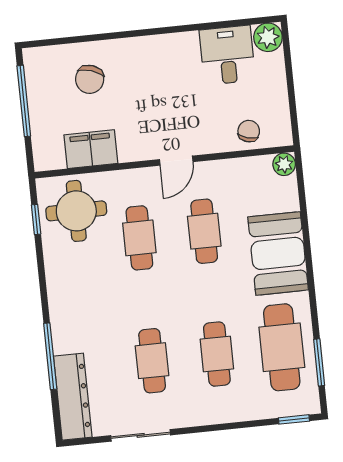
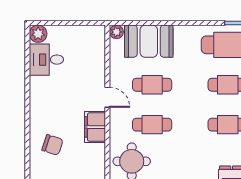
chair: (249, 131) -> (94, 51), removed
filing cabinet: (91, 149) -> (95, 127), moved
booth: (278, 253) -> (149, 41), moved

